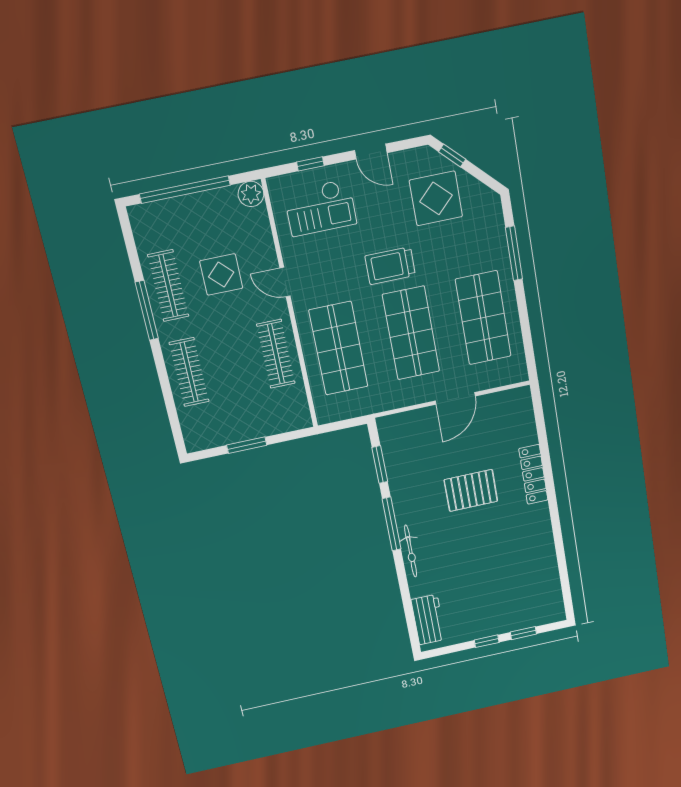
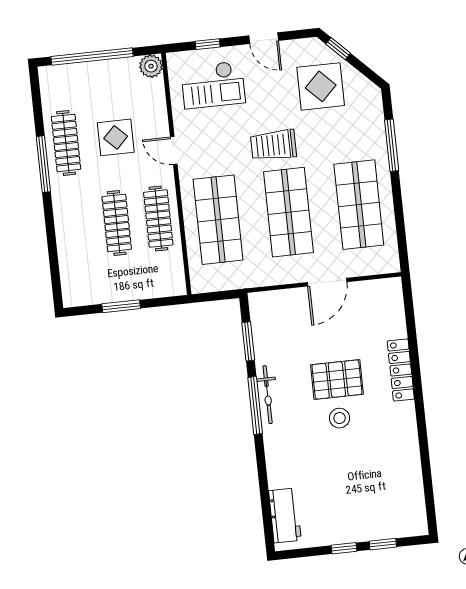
clothes rail: (189, 372) -> (117, 223), moved
stool: (476, 526) -> (339, 418), added
bicycle: (411, 551) -> (268, 395), moved

